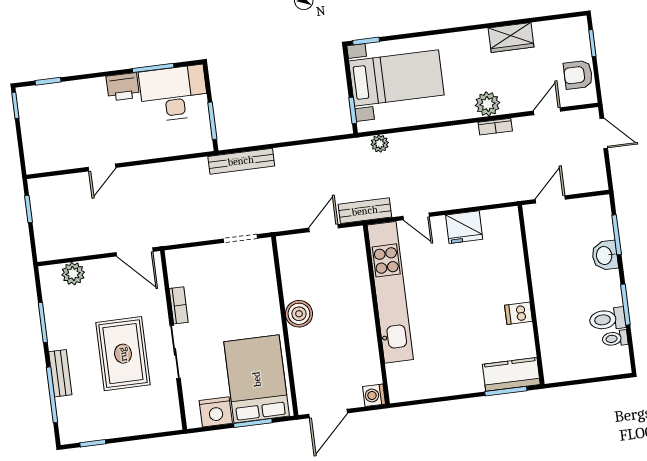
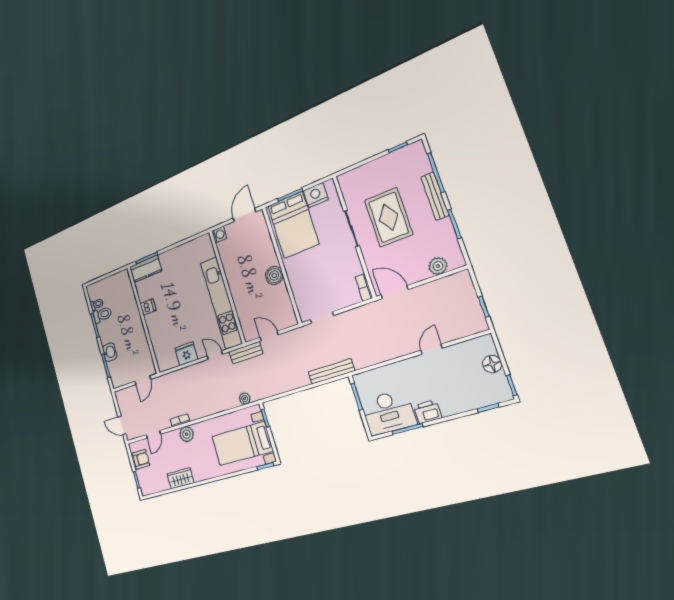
floor lamp: (33, 135) -> (492, 364), added
door: (324, 228) -> (269, 336), swing flipped
bookcase: (179, 305) -> (364, 287), moved
bench: (60, 373) -> (435, 196), width x1.36

